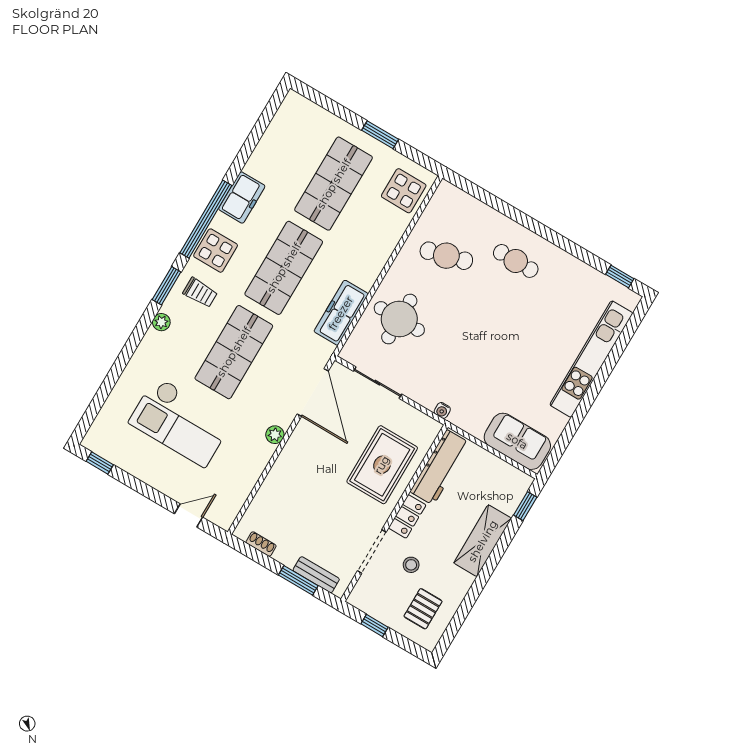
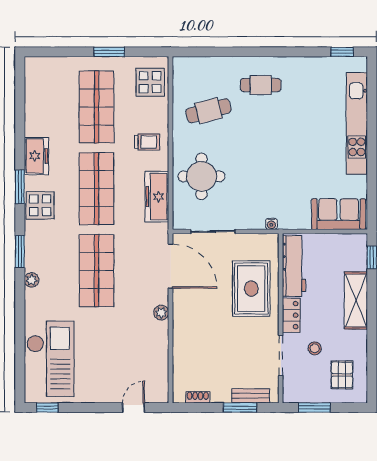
window: (206, 219) -> (20, 187), width x0.47
trolley: (200, 293) -> (147, 142), moved
checkout: (180, 422) -> (50, 359), moved, turned -90
window: (375, 625) -> (314, 408), width x1.50

